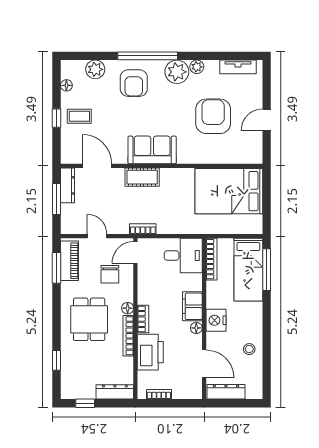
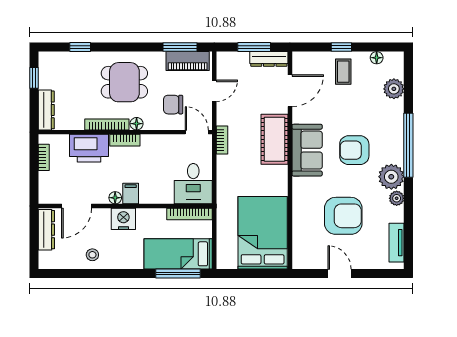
armchair: (134, 83) -> (354, 150), moved
cot: (142, 177) -> (274, 139), width x1.37, depth x1.34
filing cabinet: (192, 306) -> (131, 194), width x0.50

